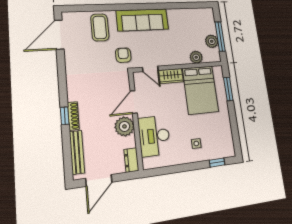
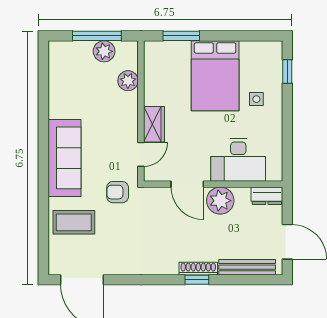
bed: (200, 90) -> (215, 76), moved, turned 90

